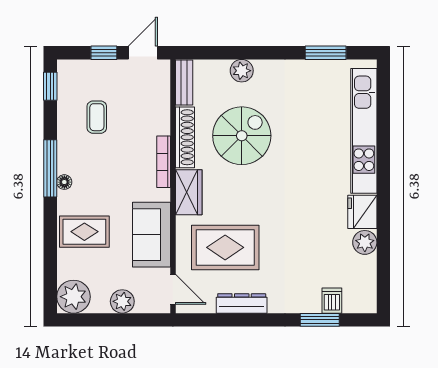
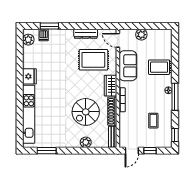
plant: (365, 242) -> (28, 40), moved
plant: (73, 297) -> (164, 37), removed

